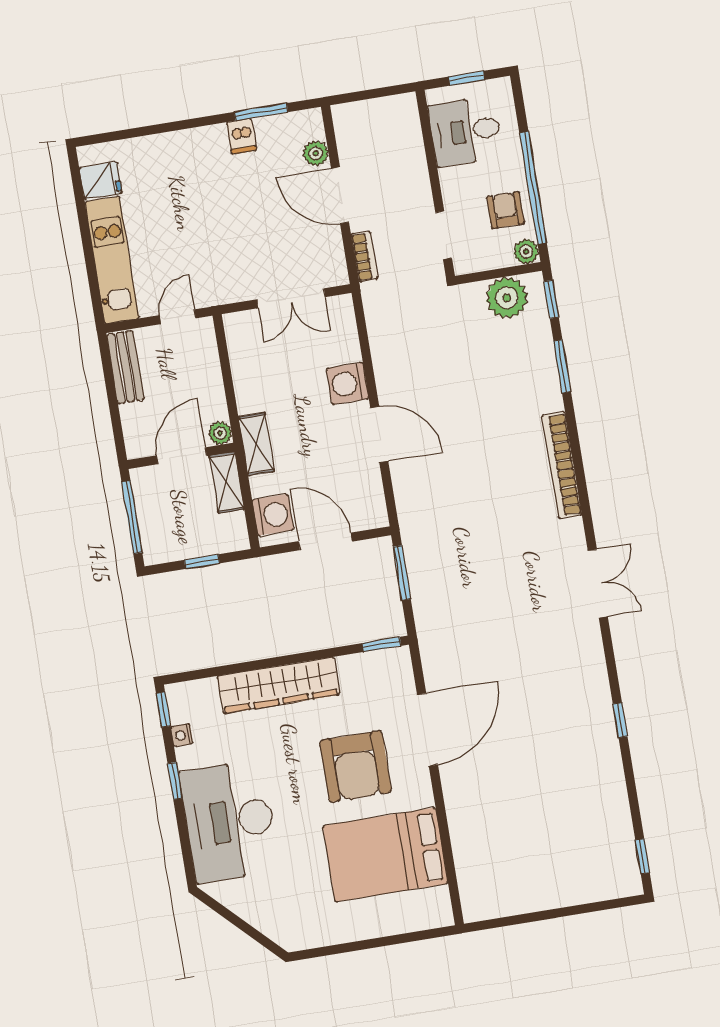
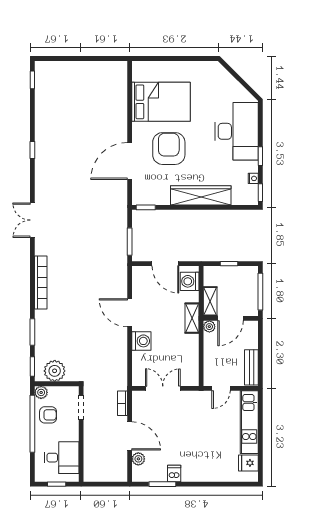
armchair: (505, 210) -> (48, 415), turned -90

